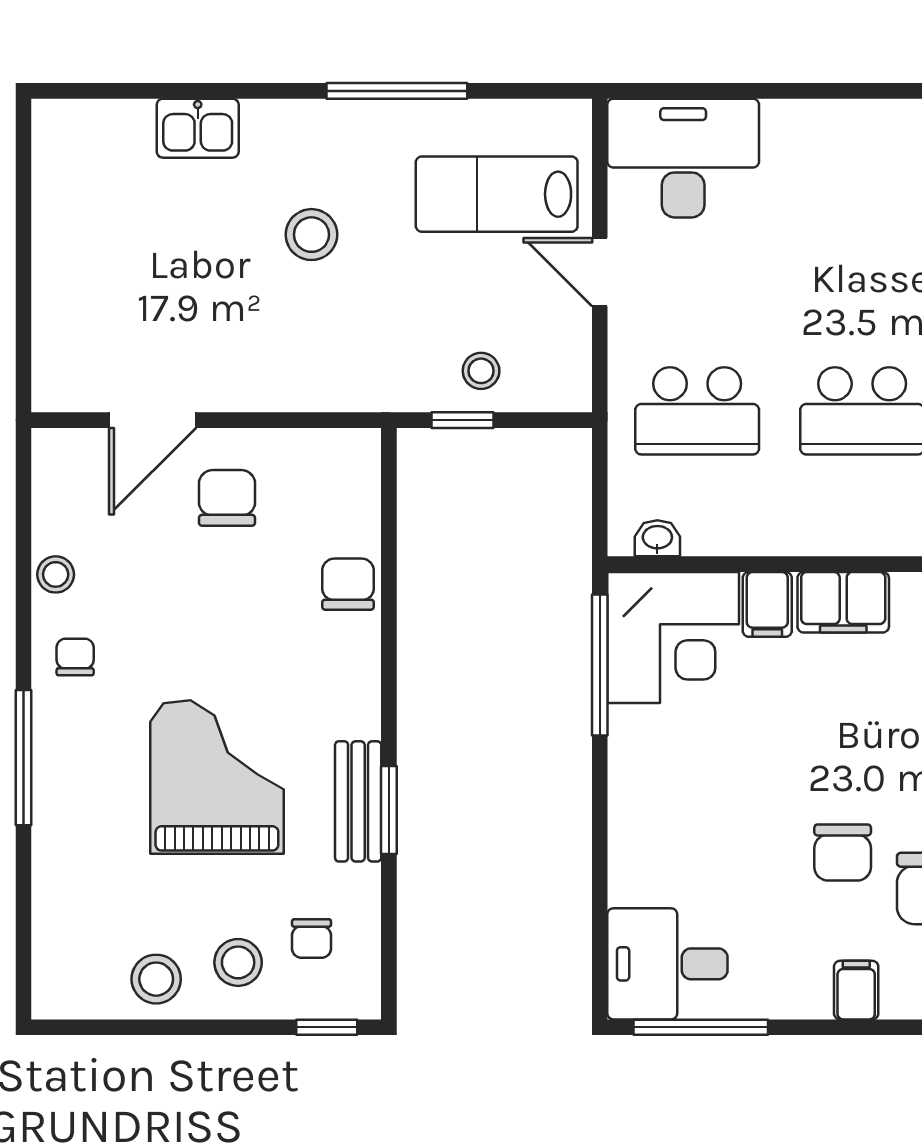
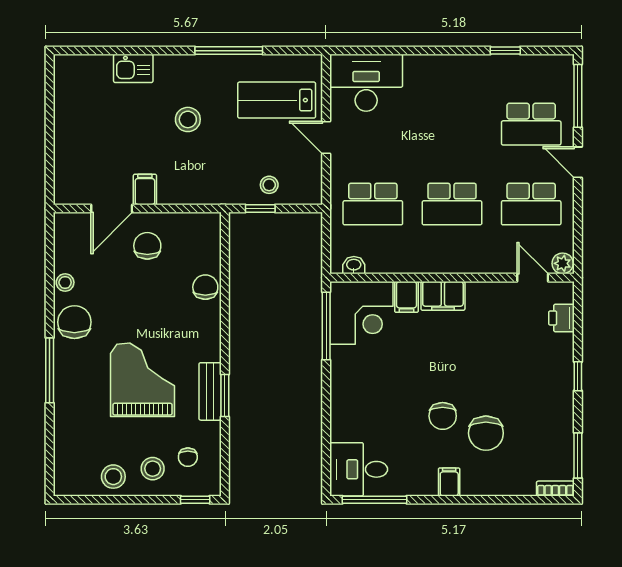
filing cabinet: (222, 381) -> (145, 189), added
chair: (75, 657) -> (74, 322), width x1.87, depth x1.87

